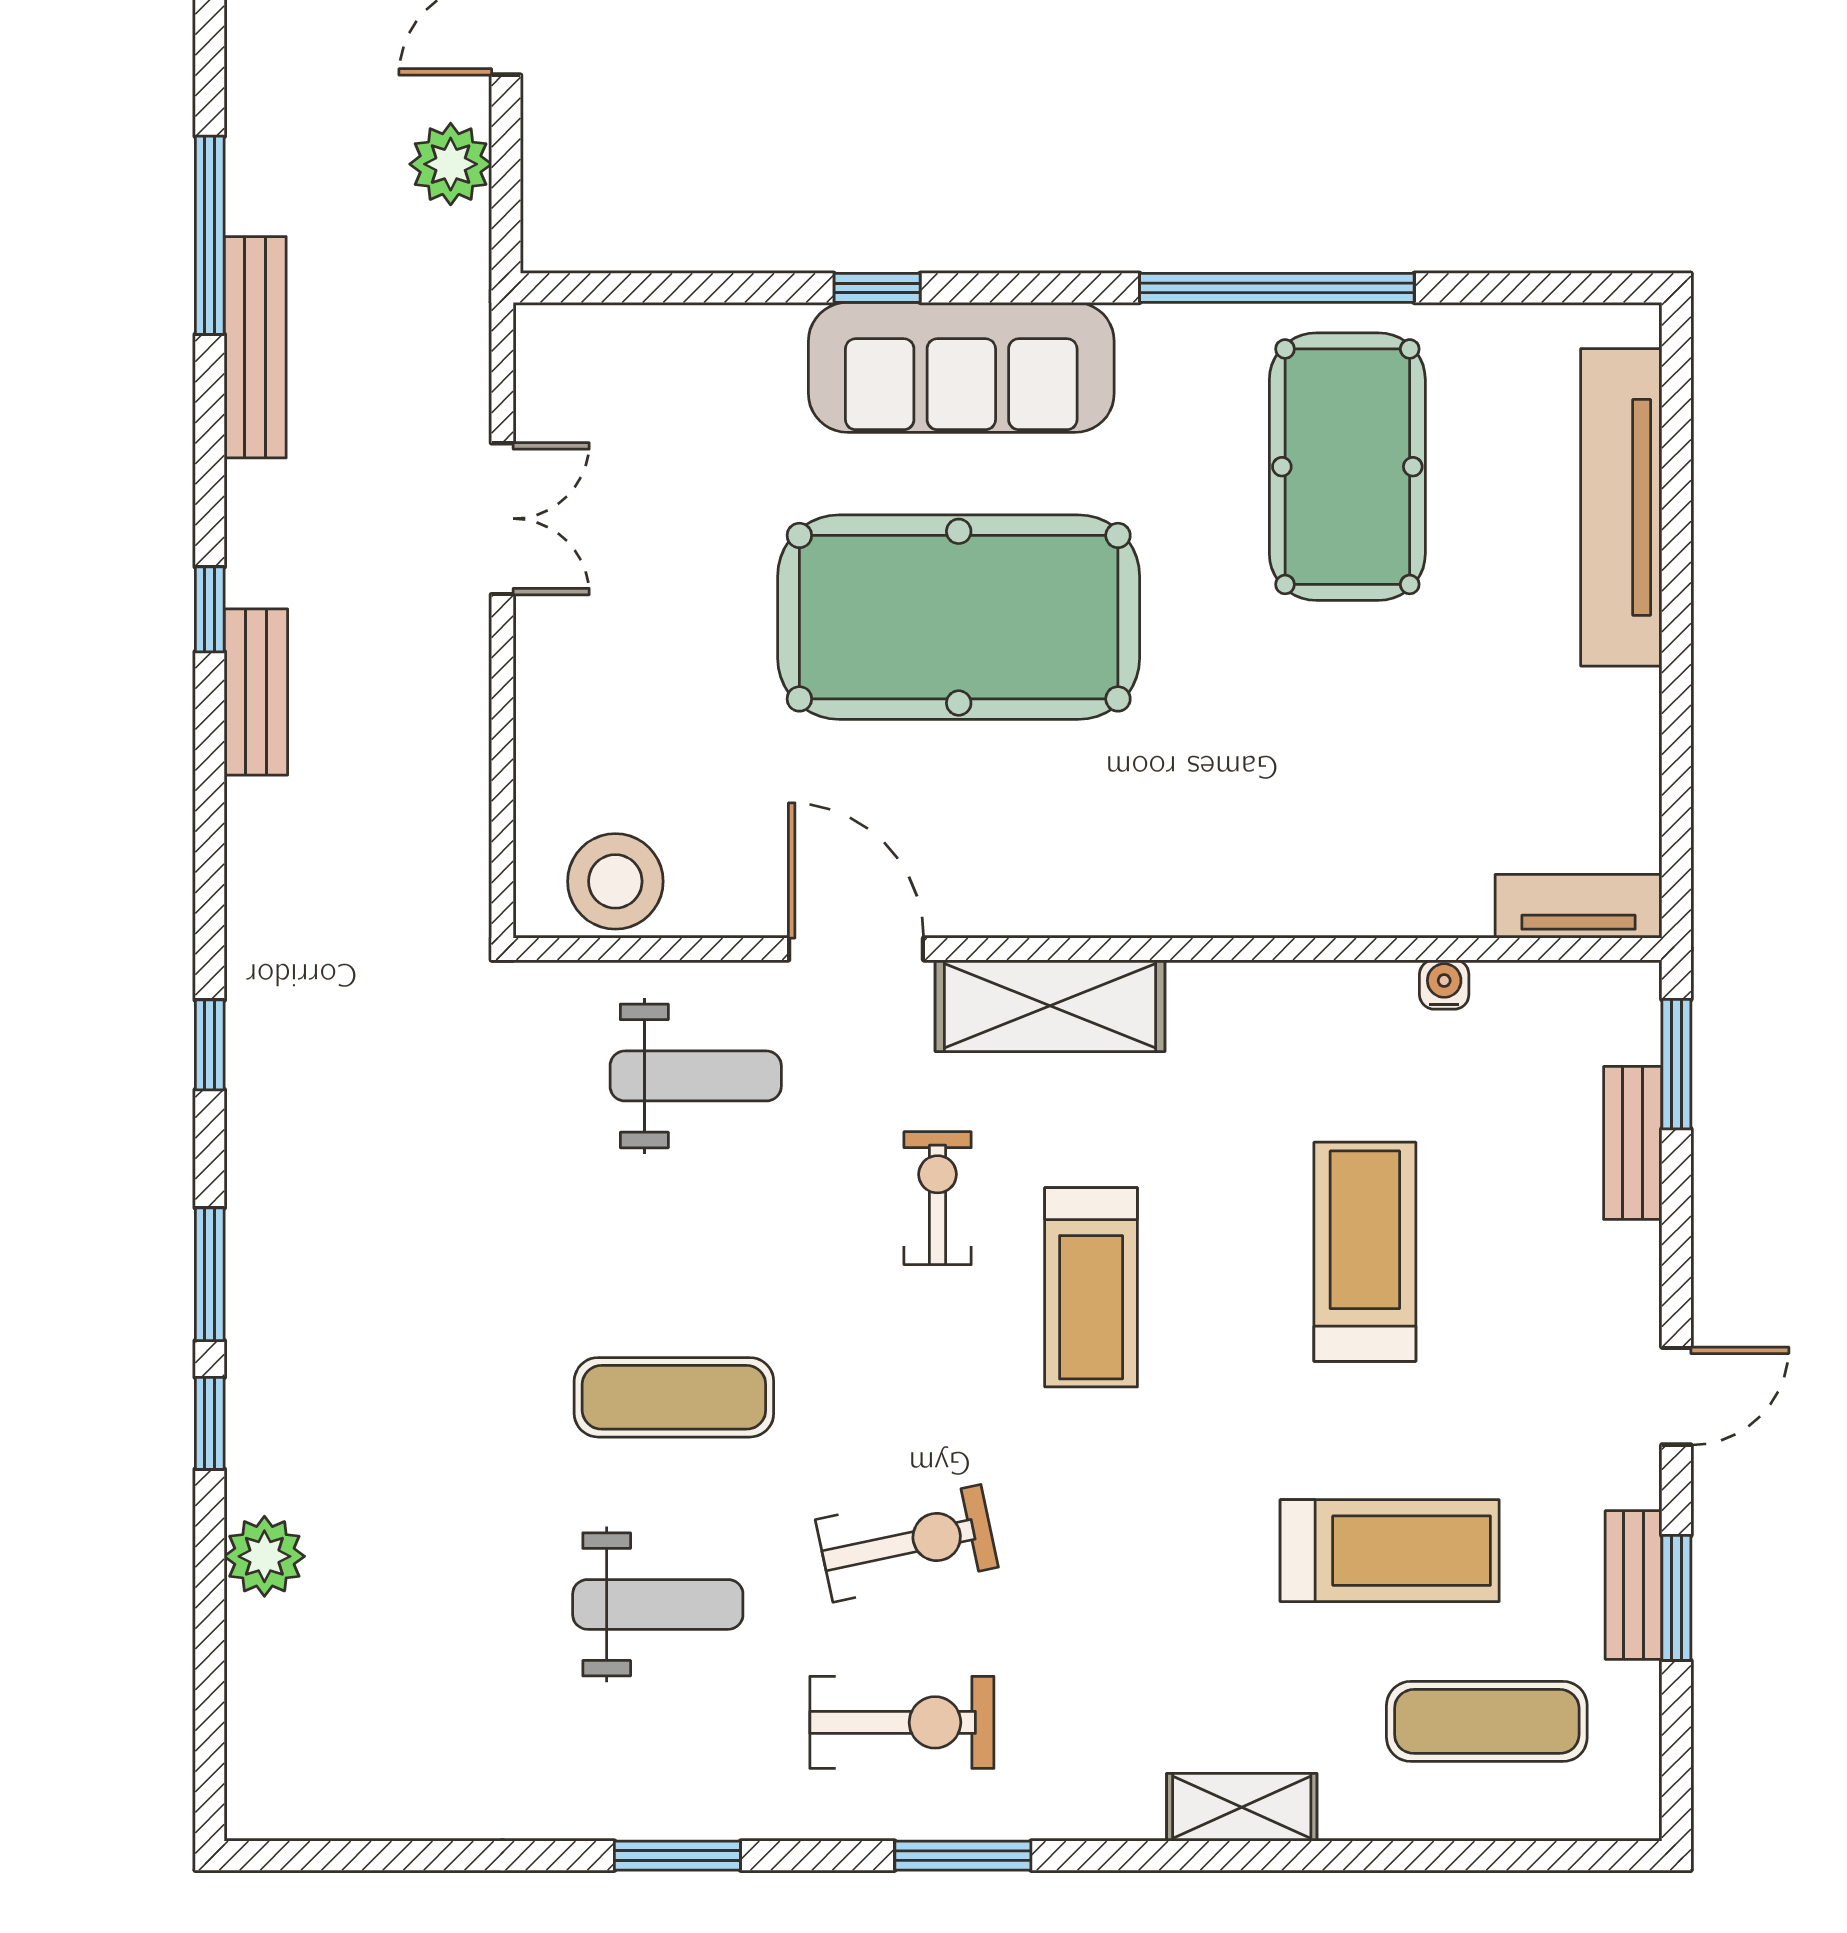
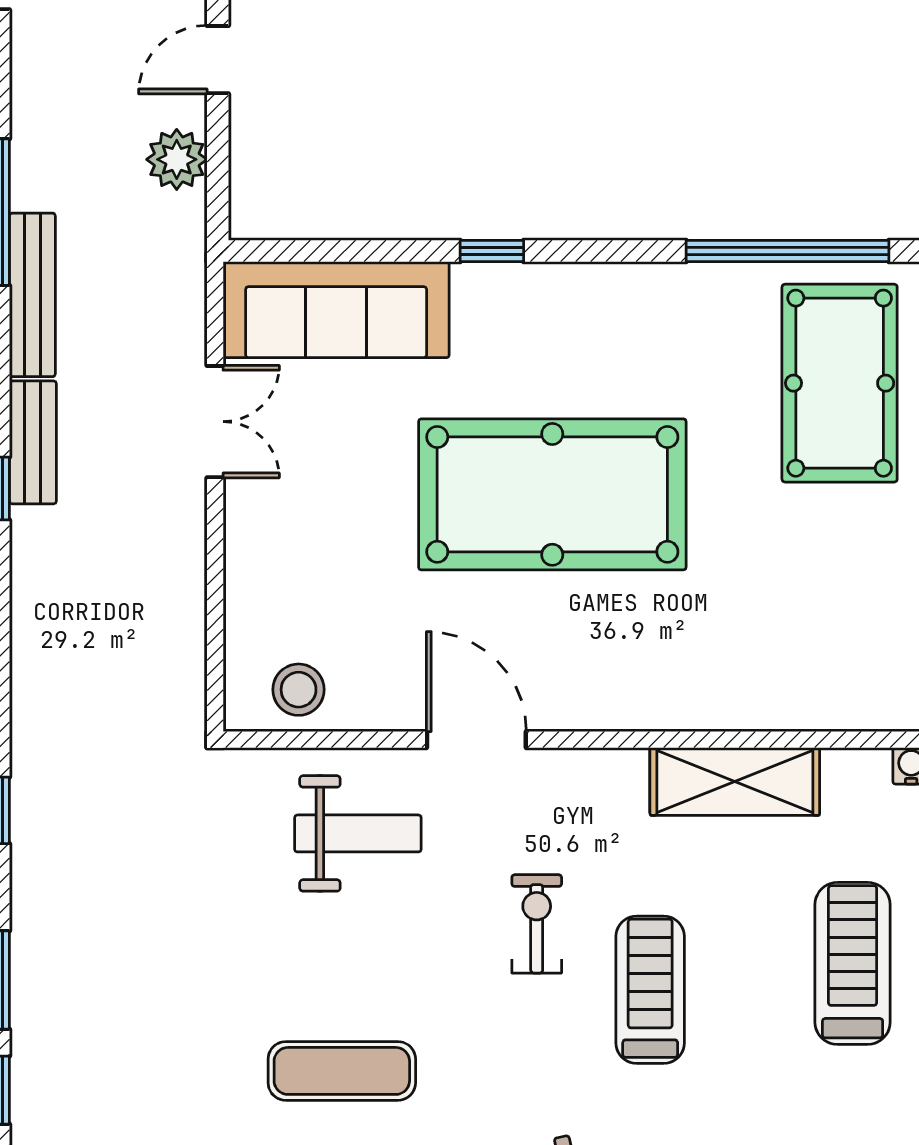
sofa: (961, 367) -> (336, 310), moved
bench: (256, 692) -> (33, 442), moved
stool: (615, 881) -> (299, 690), width x0.73, depth x0.73
shelving: (1050, 1006) -> (735, 782), moved
treadmill: (1091, 1287) -> (650, 990), turned 180

